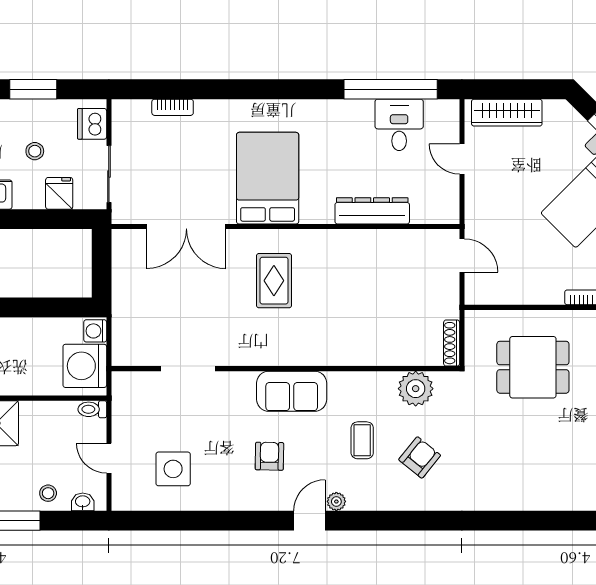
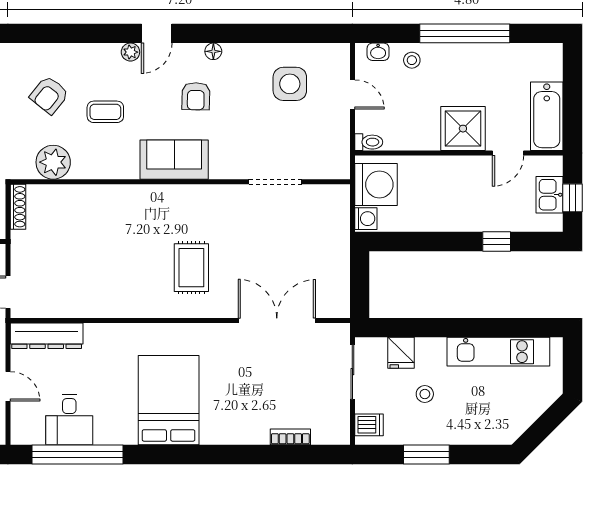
dishwasher: (92, 124) -> (369, 425), width x0.73
bed: (268, 178) -> (169, 400), moved, turned 180
dresser: (372, 211) -> (47, 336), moved
coffee table: (362, 440) -> (105, 112), turned 90
floor lamp: (252, 502) -> (213, 51), added

